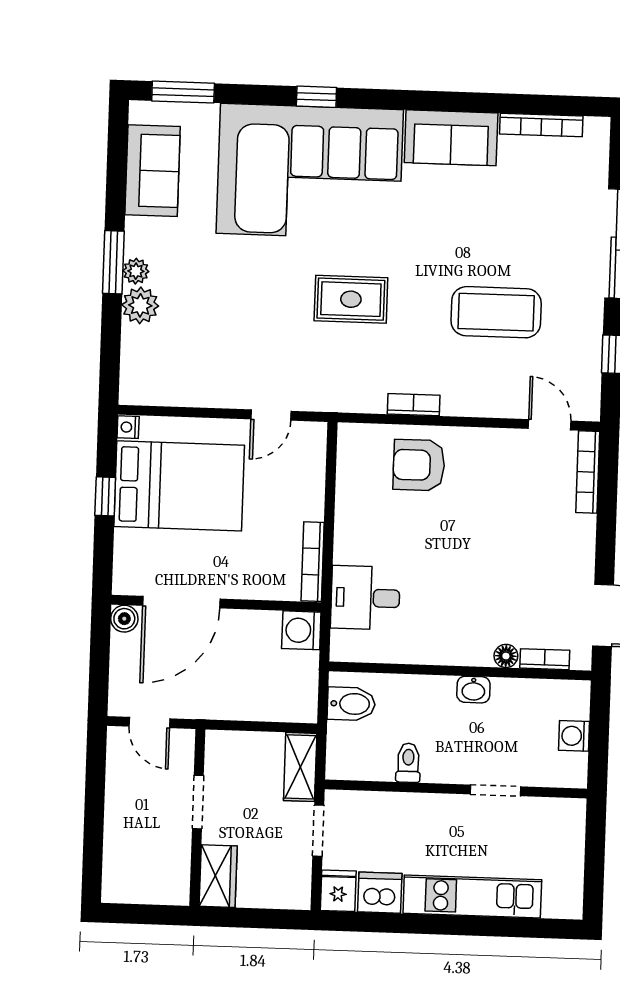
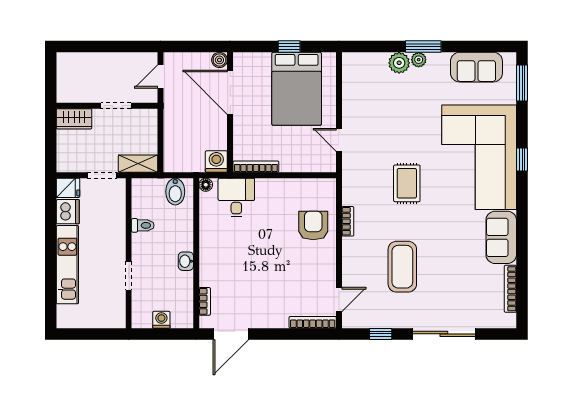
nightstand: (128, 427) -> (329, 58), removed
floor lamp: (506, 656) -> (206, 185), moved

